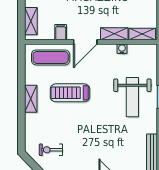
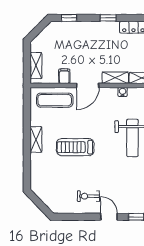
treadmill: (70, 93) -> (75, 147), moved
exercise bike: (51, 150) -> (88, 196), moved

